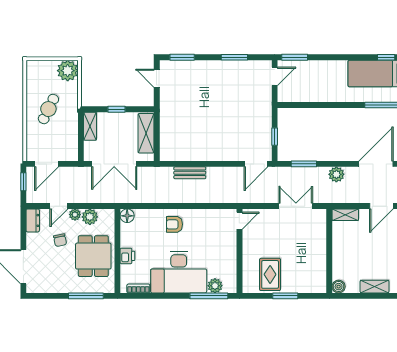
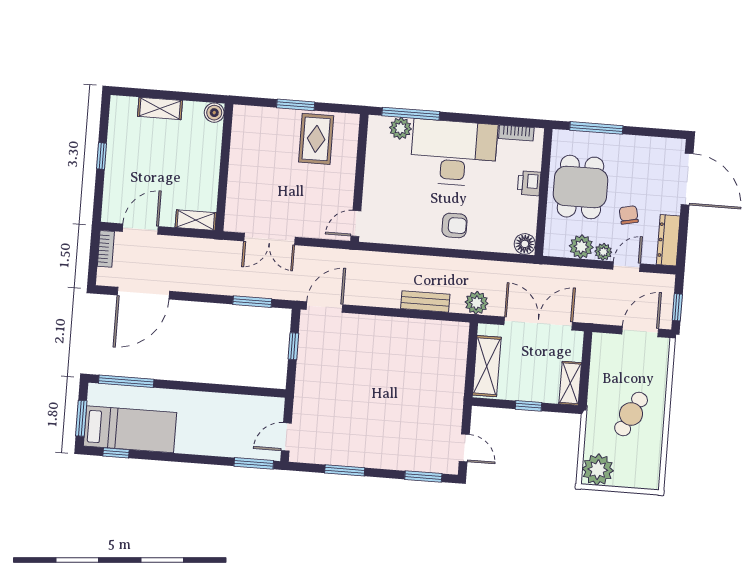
plant: (336, 174) -> (477, 303), moved
dresser: (33, 220) -> (668, 240), width x1.44

